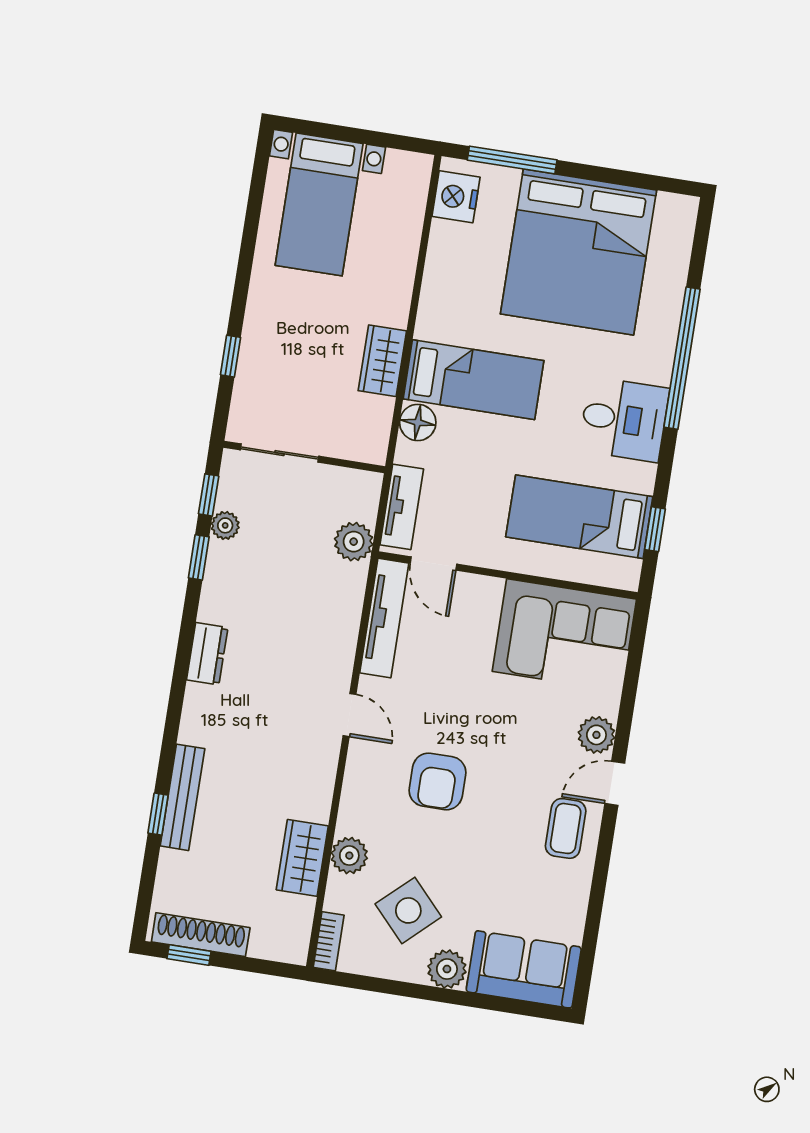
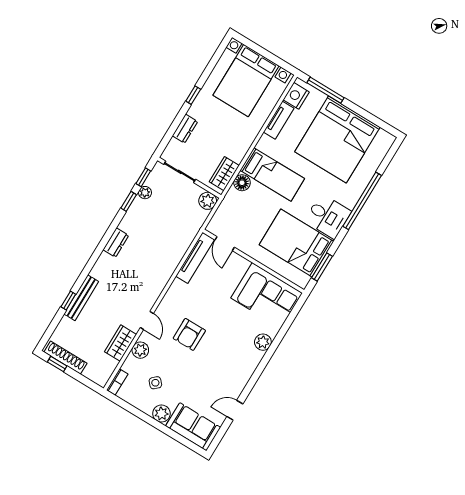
bed with nightstands: (319, 204) -> (246, 81), width x1.36
window: (231, 356) -> (193, 95), moved
dresser: (254, 359) -> (185, 129), added
wardrobe: (382, 361) -> (224, 174), moved
tv unit: (402, 507) -> (279, 120), moved
bed: (579, 517) -> (296, 243), width x1.50
window: (655, 529) -> (322, 267), width x1.50
plant: (354, 542) -> (208, 201), moved
door: (349, 715) -> (147, 320), moved
door: (615, 783) -> (235, 410), moved
coffee table: (566, 828) -> (234, 376), removed
side table: (408, 910) -> (155, 383), width x0.54, depth x0.54

